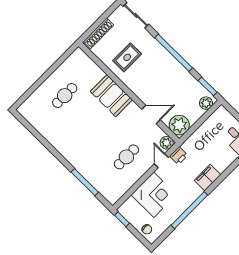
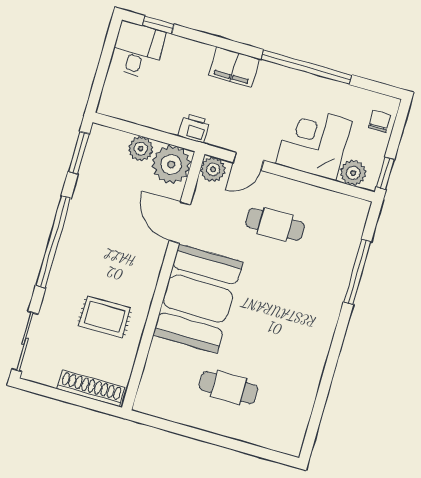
booth: (111, 96) -> (198, 299), width x1.36, depth x1.42
plant: (206, 103) -> (141, 149), moved
printer: (179, 156) -> (194, 128), moved
plant: (130, 205) -> (353, 173), added

